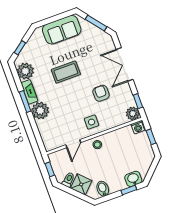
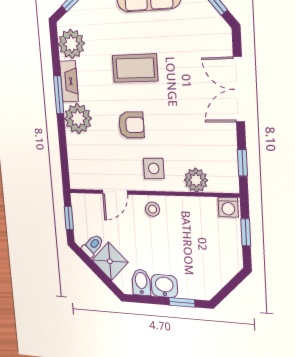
armchair: (101, 93) -> (131, 125), moved, turned 90
plant: (133, 113) -> (196, 180), moved
washbasin: (133, 179) -> (164, 286), moved

